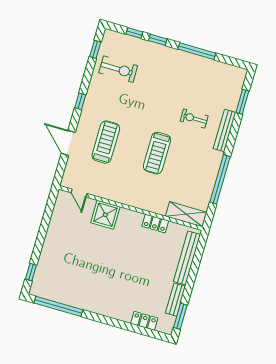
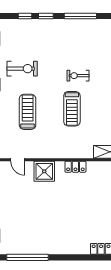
exercise bike: (118, 69) -> (22, 69), moved
exercise bike: (194, 119) -> (78, 76), moved
locker: (155, 224) -> (75, 167), moved

